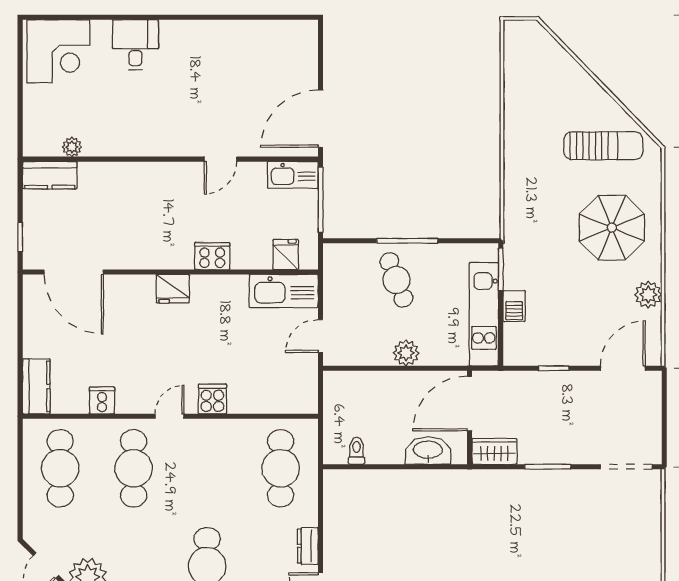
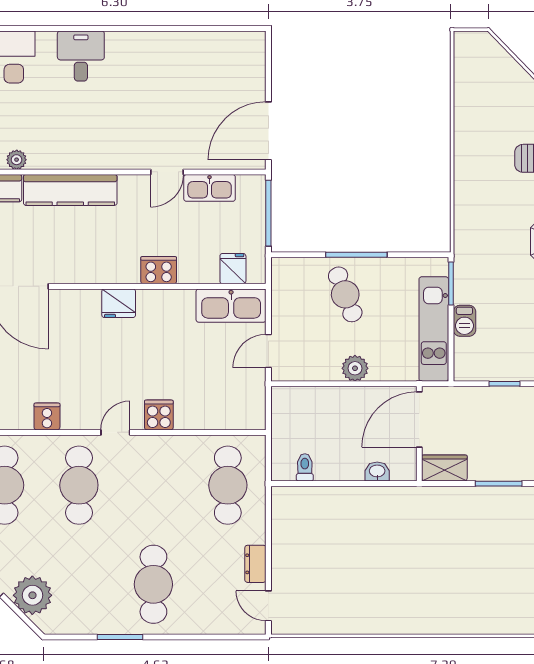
kitchen sink: (293, 175) -> (210, 188), moved
kitchen counter: (125, 177) -> (70, 190), added
washbasin: (428, 451) -> (377, 472), width x0.52, depth x0.69

